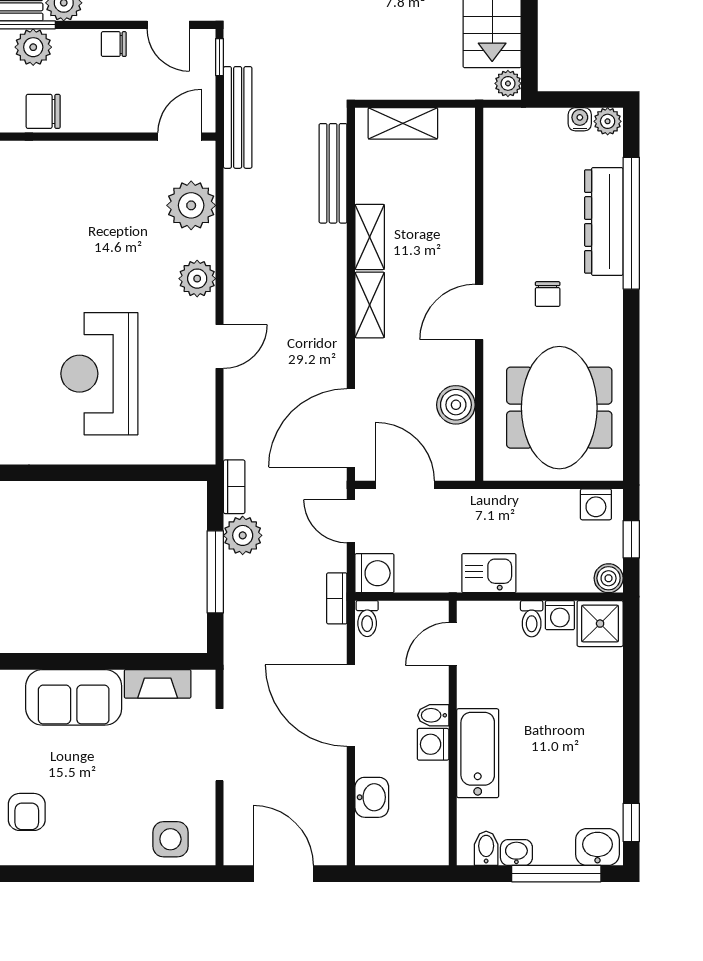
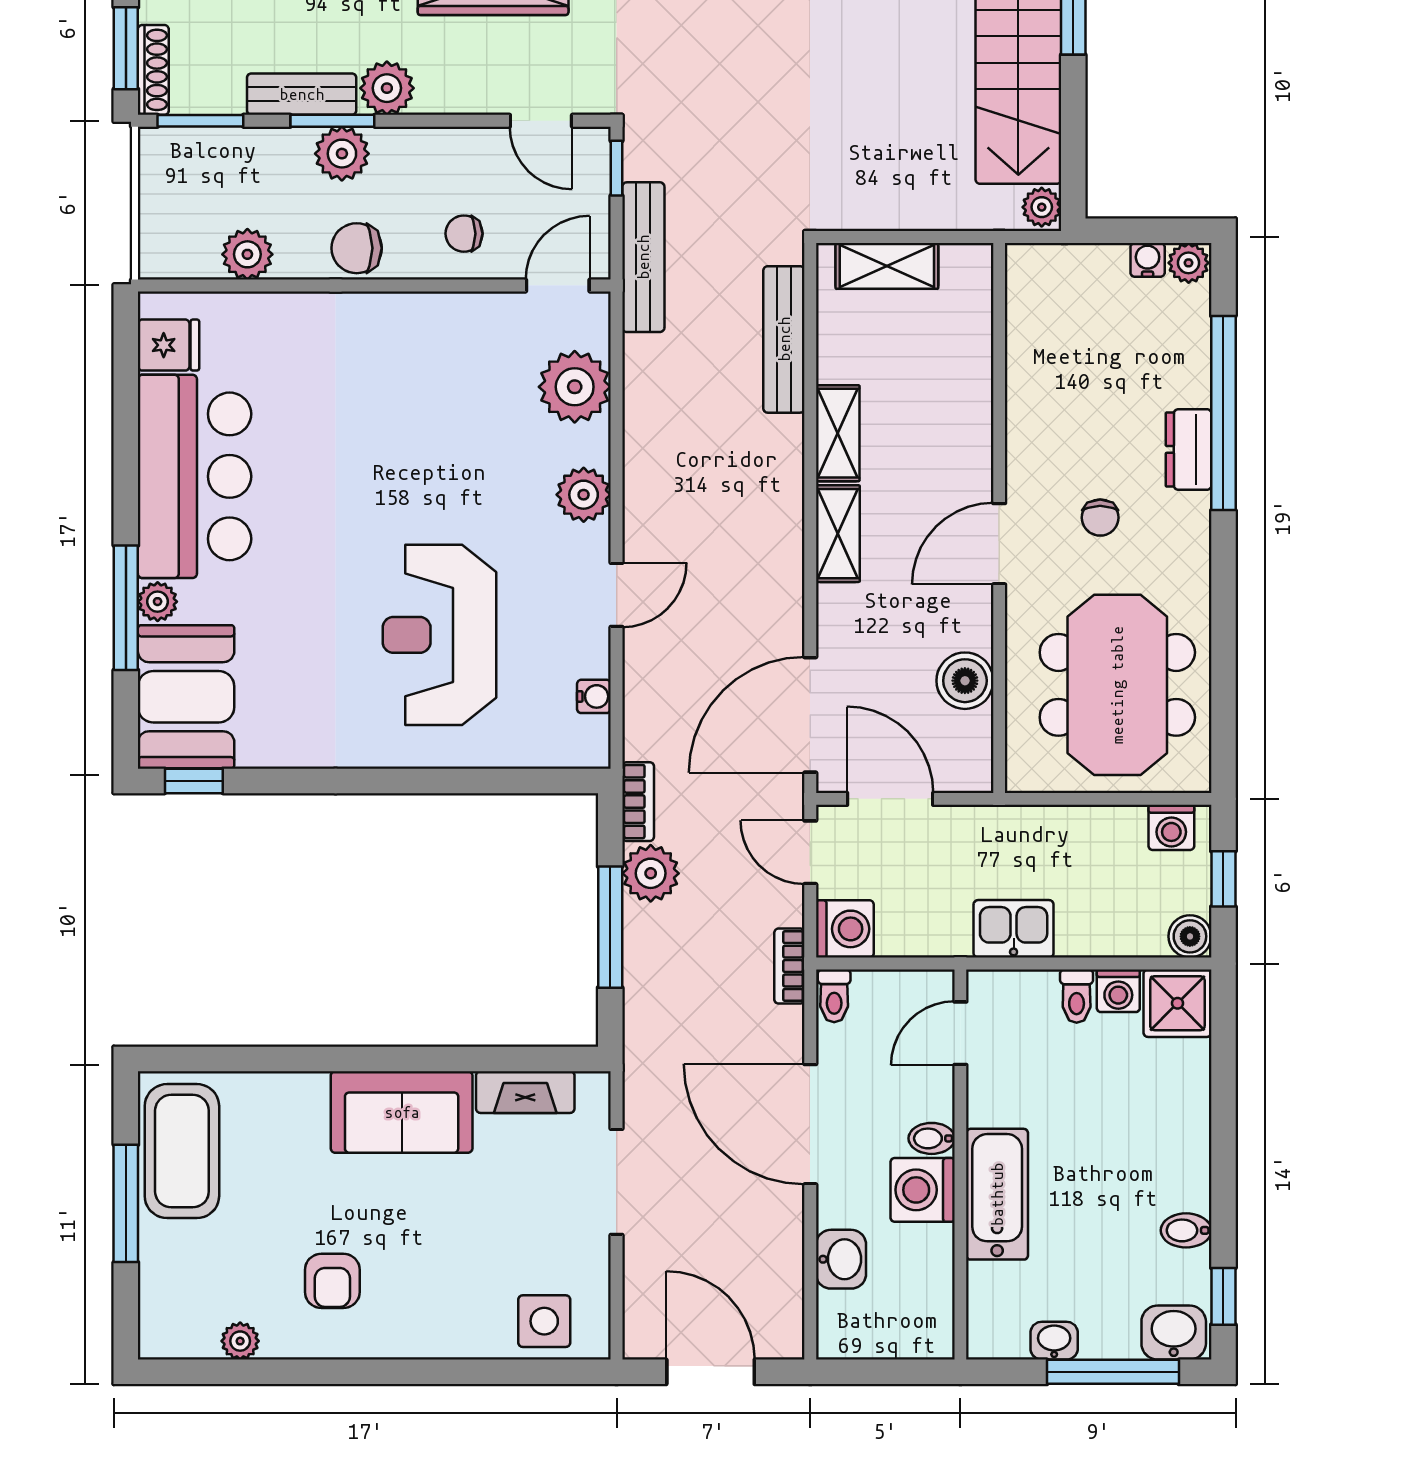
chair: (114, 44) -> (464, 234), moved
dresser: (604, 222) -> (1189, 449), width x0.51, depth x0.80
water cooler: (204, 415) -> (594, 696), added
washing machine: (433, 744) -> (923, 1190), width x1.38, depth x1.38
bidet: (486, 848) -> (1186, 1230), moved, turned -90

